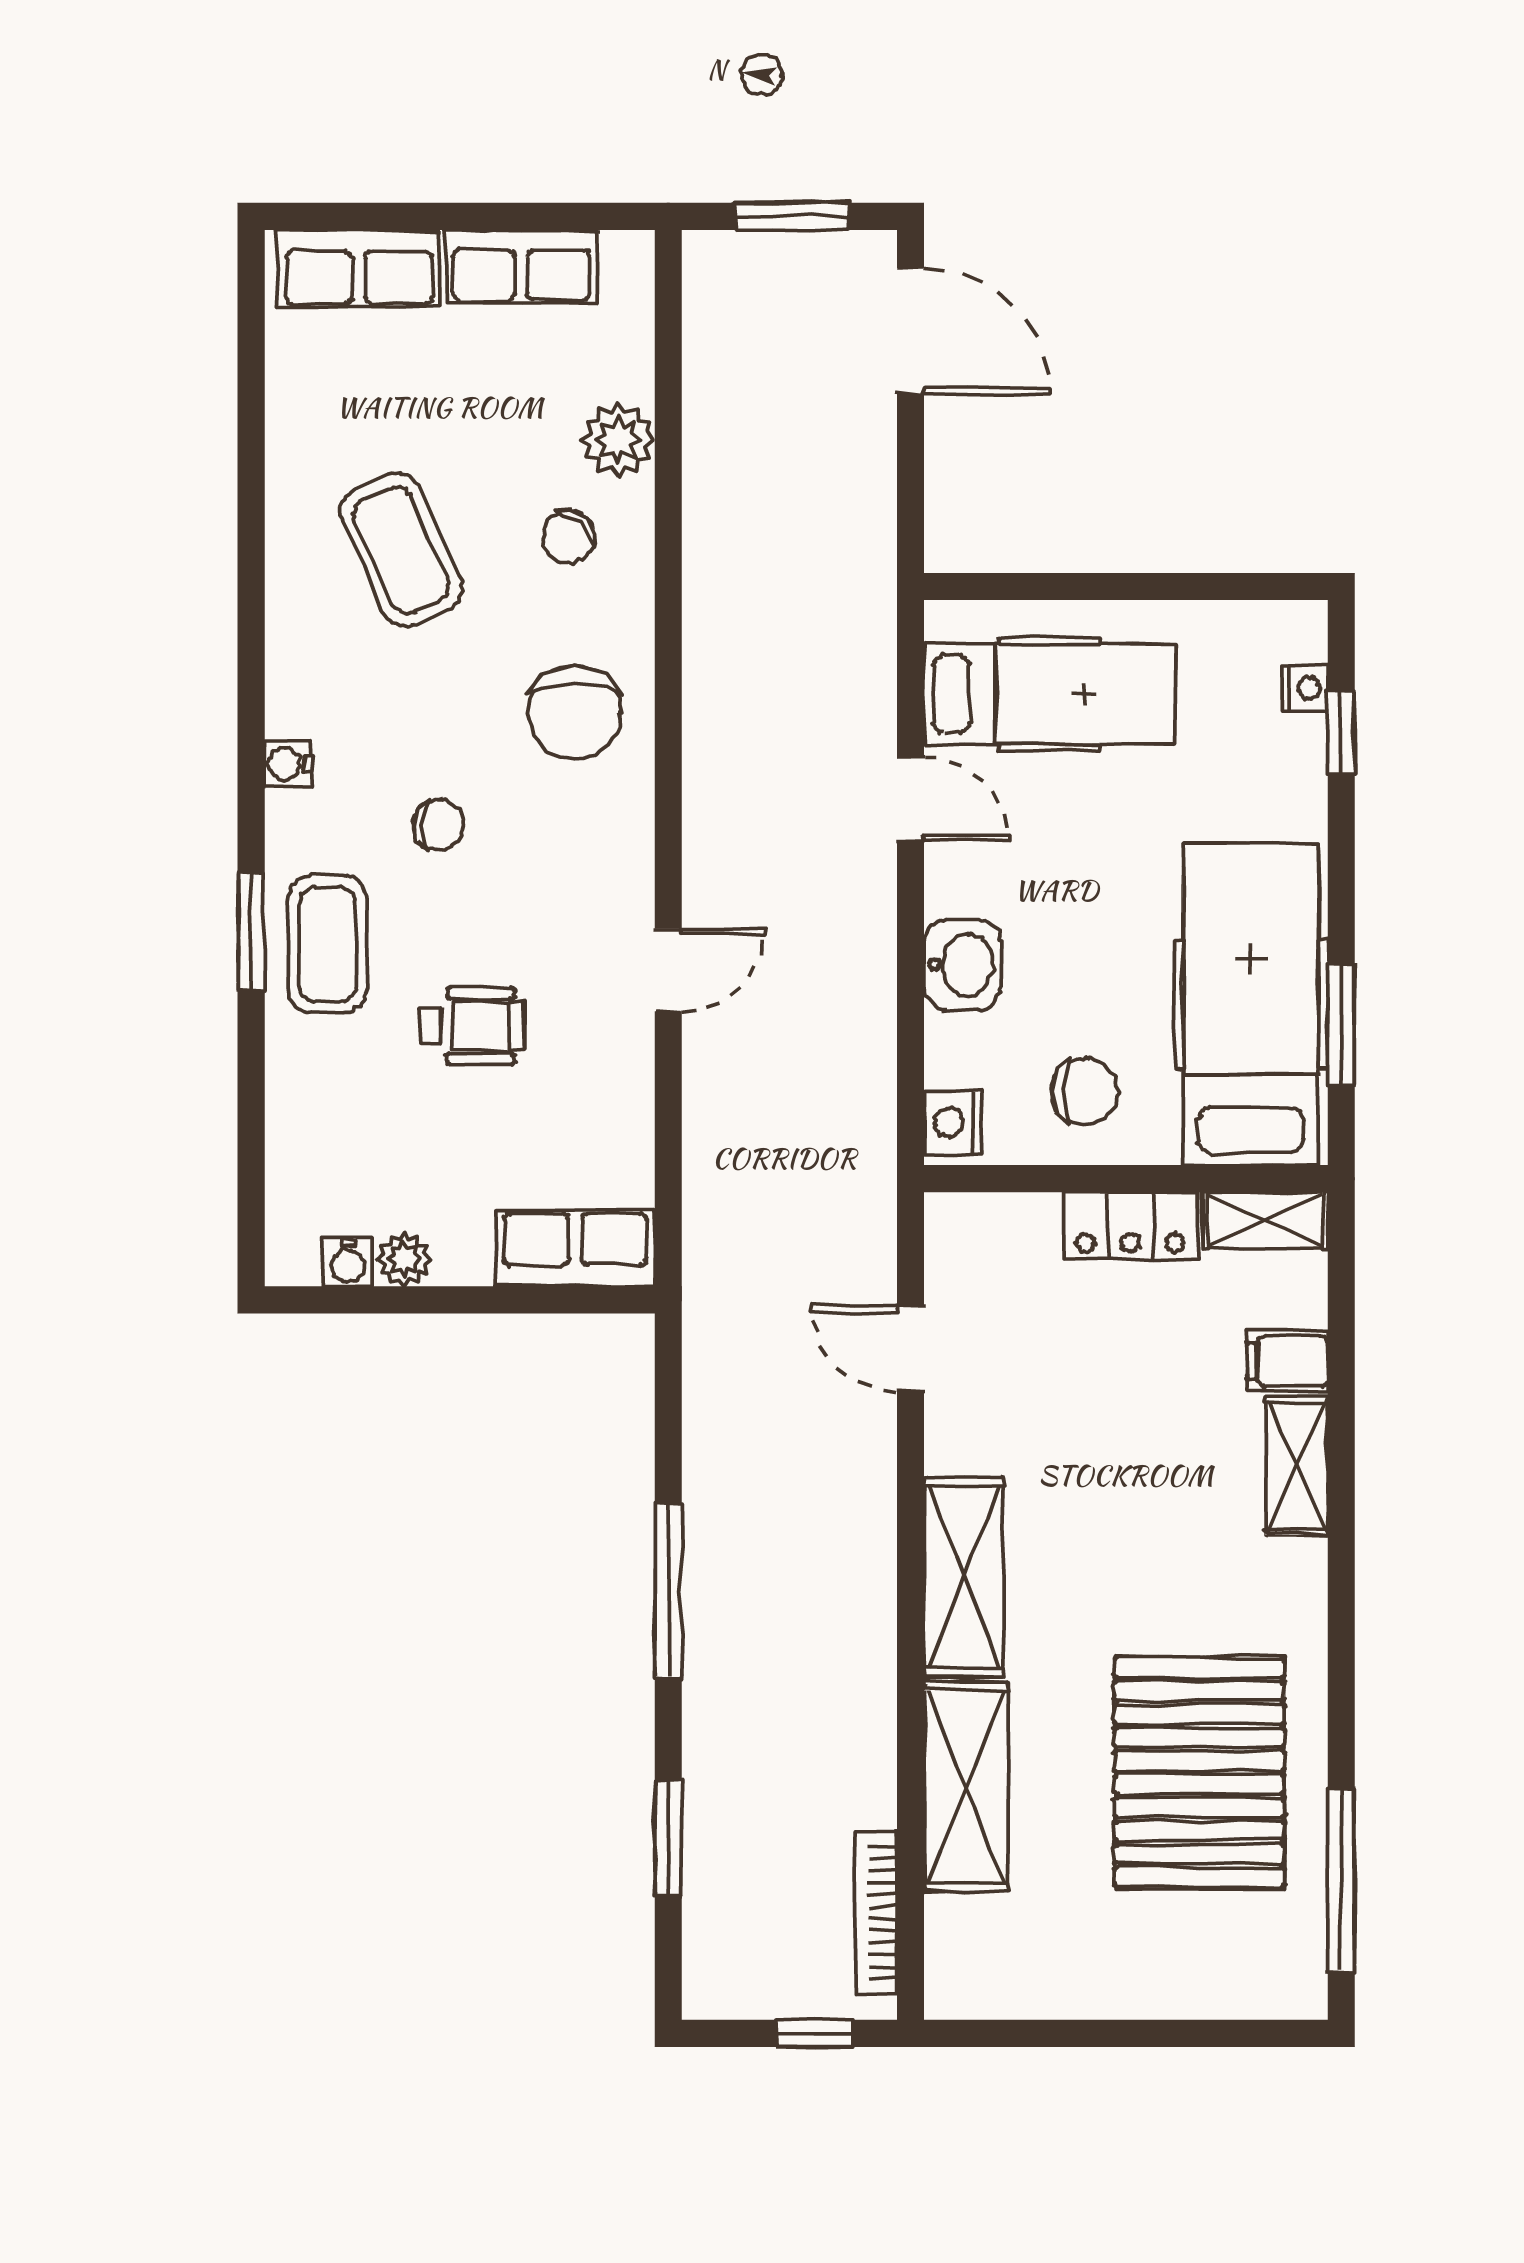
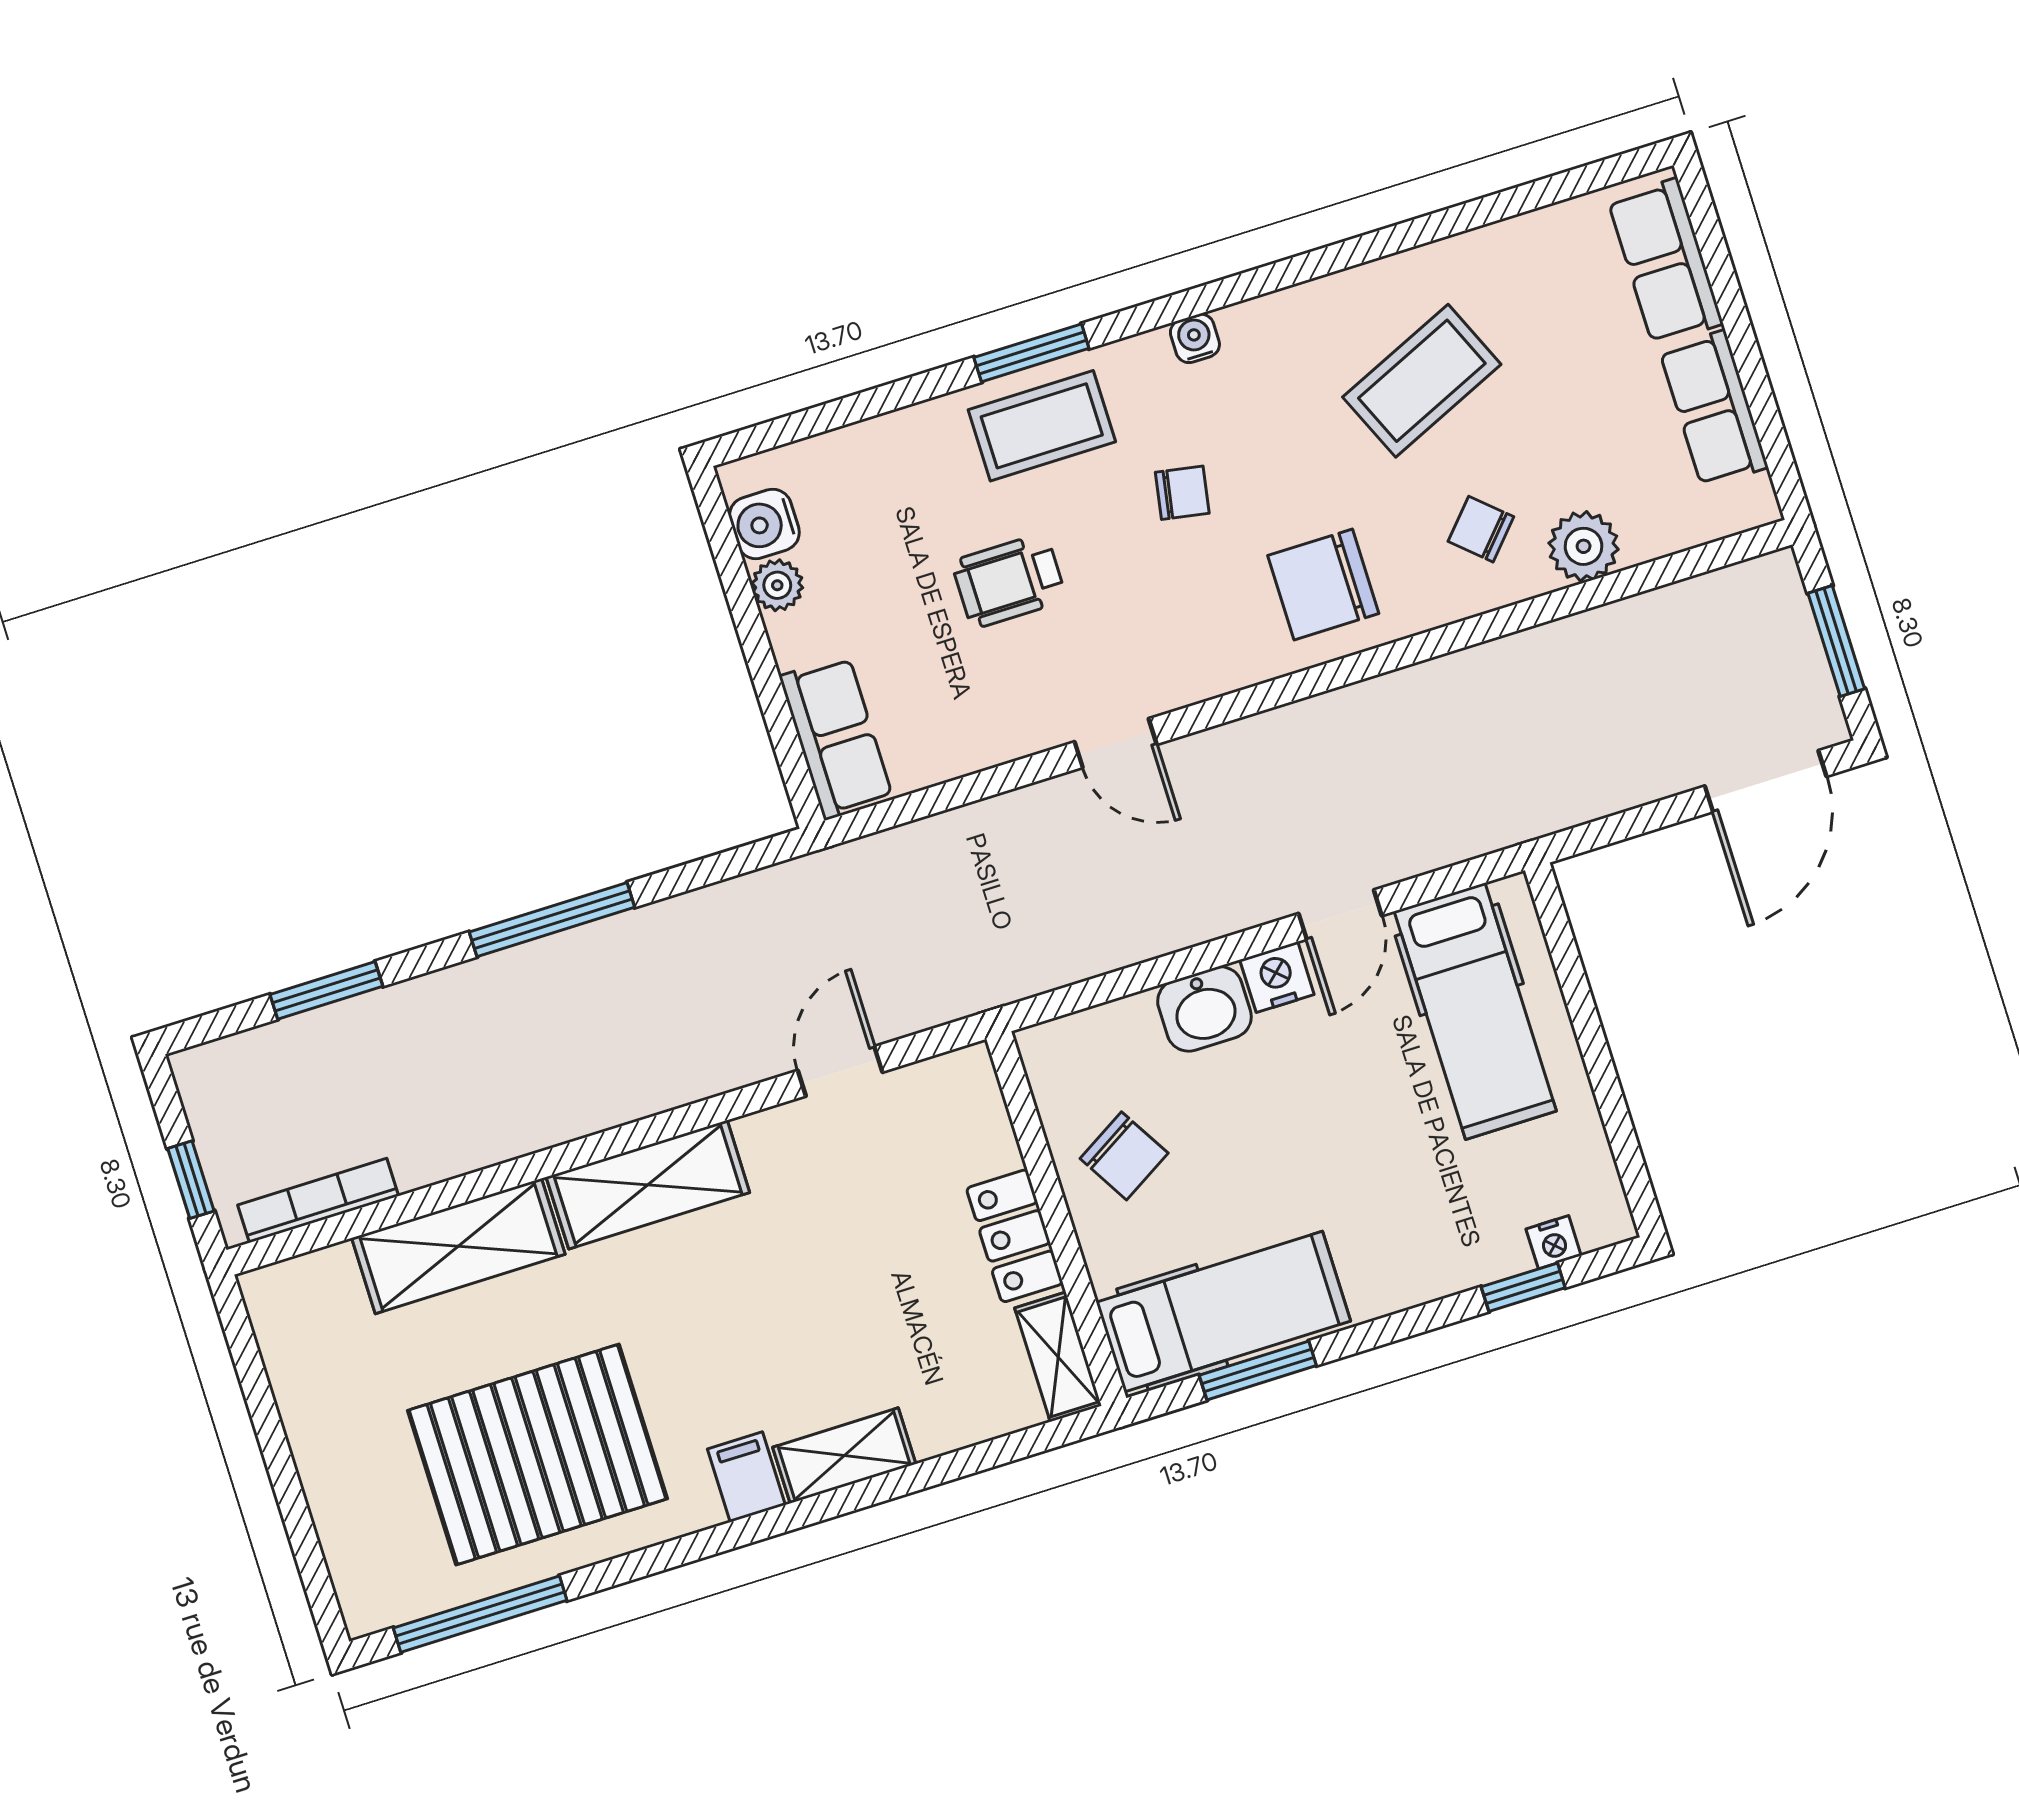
chair: (438, 825) -> (1182, 493), turned -80
hospital bed: (1251, 1004) -> (1223, 1312), width x0.73, depth x0.78
wheelchair: (472, 1026) -> (1009, 581), turned 90
chair: (1084, 1091) -> (1124, 1156), turned -32
nightstand: (953, 1123) -> (1277, 977), moved
water cooler: (348, 1262) -> (764, 524), width x1.38, depth x1.38
filing cabinet: (1287, 1361) -> (746, 1477), moved

